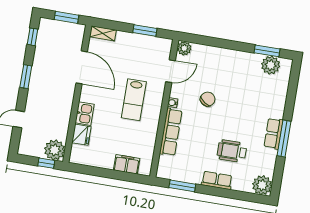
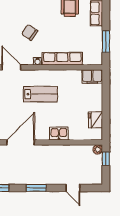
fridge: (81, 135) -> (95, 120), moved, turned -90
plant: (55, 150) -> (98, 149), width x0.53, depth x0.53
filing cabinet: (127, 164) -> (92, 77), moved, turned -90

